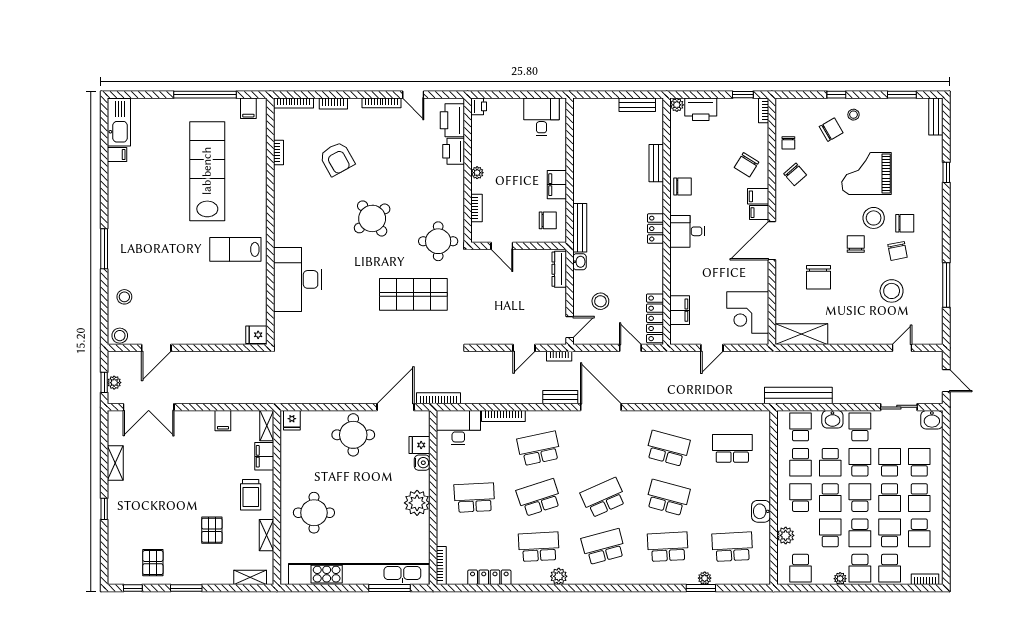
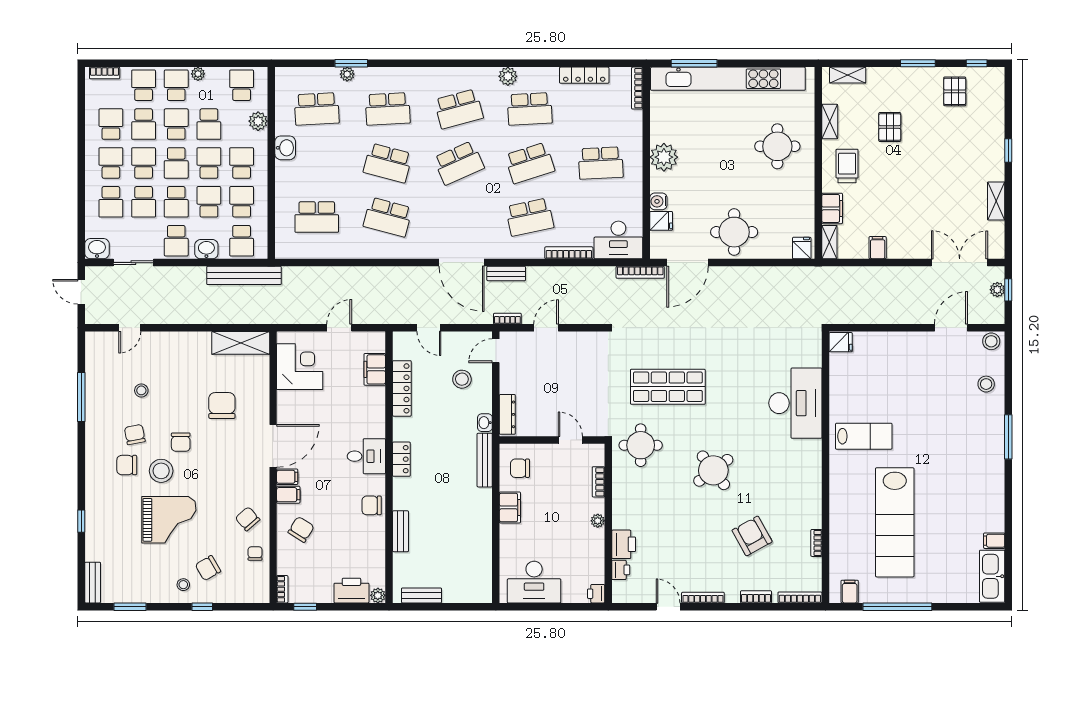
desk: (541, 117) -> (534, 582), width x1.37
printer: (452, 120) -> (621, 570), width x0.53, depth x0.68
stool: (892, 291) -> (141, 390), width x0.53, depth x0.53
locker: (655, 318) -> (402, 388), moved
school desk: (801, 498) -> (242, 163), turned 180

